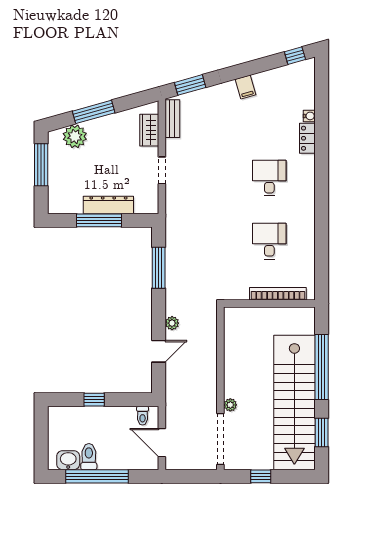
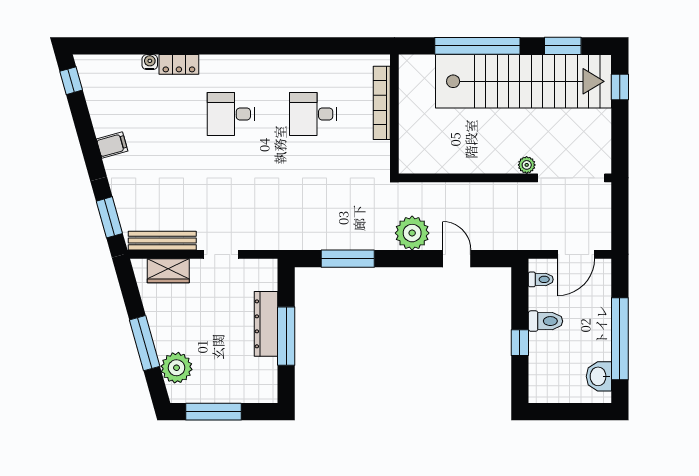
bench: (172, 119) -> (162, 241), width x1.36
plant: (172, 323) -> (412, 233), width x1.88, depth x1.88
toilet: (89, 457) -> (545, 321), moved, turned 180
window: (261, 476) -> (620, 87), moved

